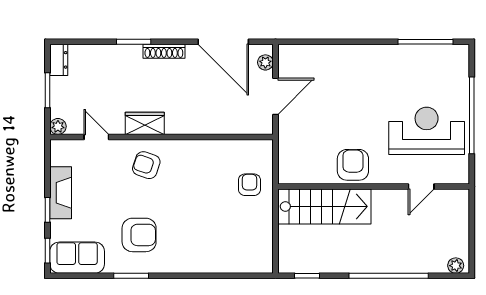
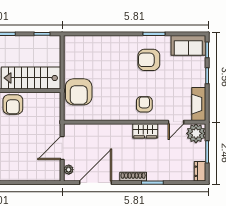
door: (223, 42) -> (95, 183), hinge flipped
plant: (58, 126) -> (196, 133), width x1.88, depth x1.88
door: (96, 137) -> (176, 122), hinge flipped
armchair: (146, 165) -> (144, 104), turned -109
armchair: (249, 185) -> (79, 92), width x1.88, depth x1.88
fireplace: (61, 193) -> (199, 104), moved

